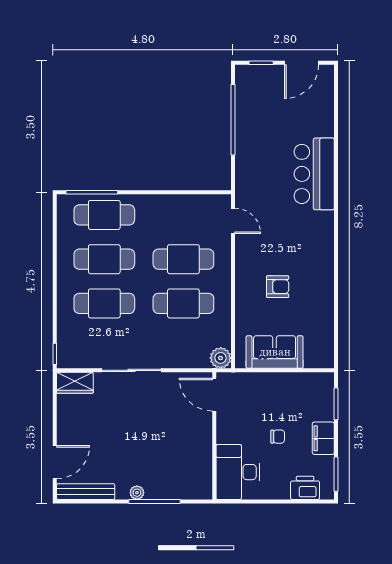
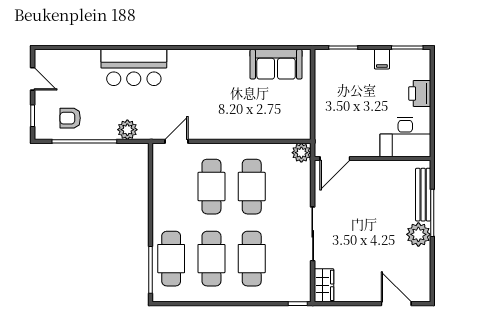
door: (302, 63) -> (33, 79), width x0.73
plant: (246, 167) -> (127, 130), added
armchair: (278, 287) -> (70, 118), moved, turned -90
sofa: (275, 352) -> (276, 64), moved, turned -90
chair: (278, 437) -> (373, 101), removed
filing cabinet: (323, 438) -> (382, 59), width x0.50
printer: (305, 488) -> (420, 93), moved
bench: (86, 492) -> (423, 195), moved
plant: (137, 493) -> (418, 234), width x1.88, depth x1.88

